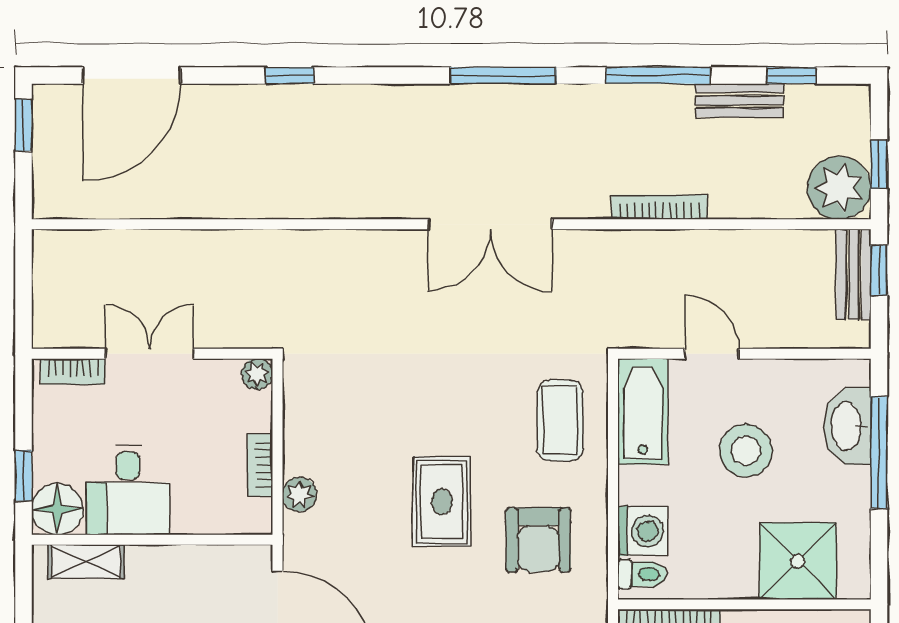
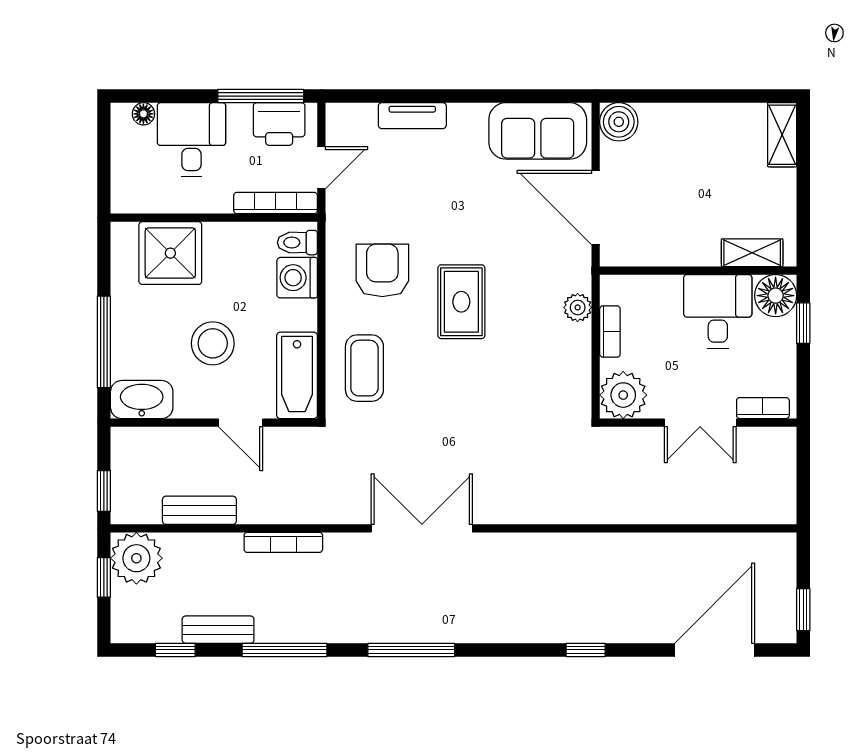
bench: (854, 274) -> (199, 510), moved, turned 90
plant: (257, 374) -> (623, 395), width x1.87, depth x1.87
washbasin: (848, 426) -> (142, 400), moved, turned -90

